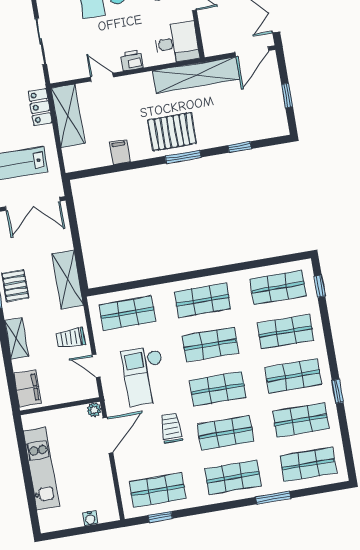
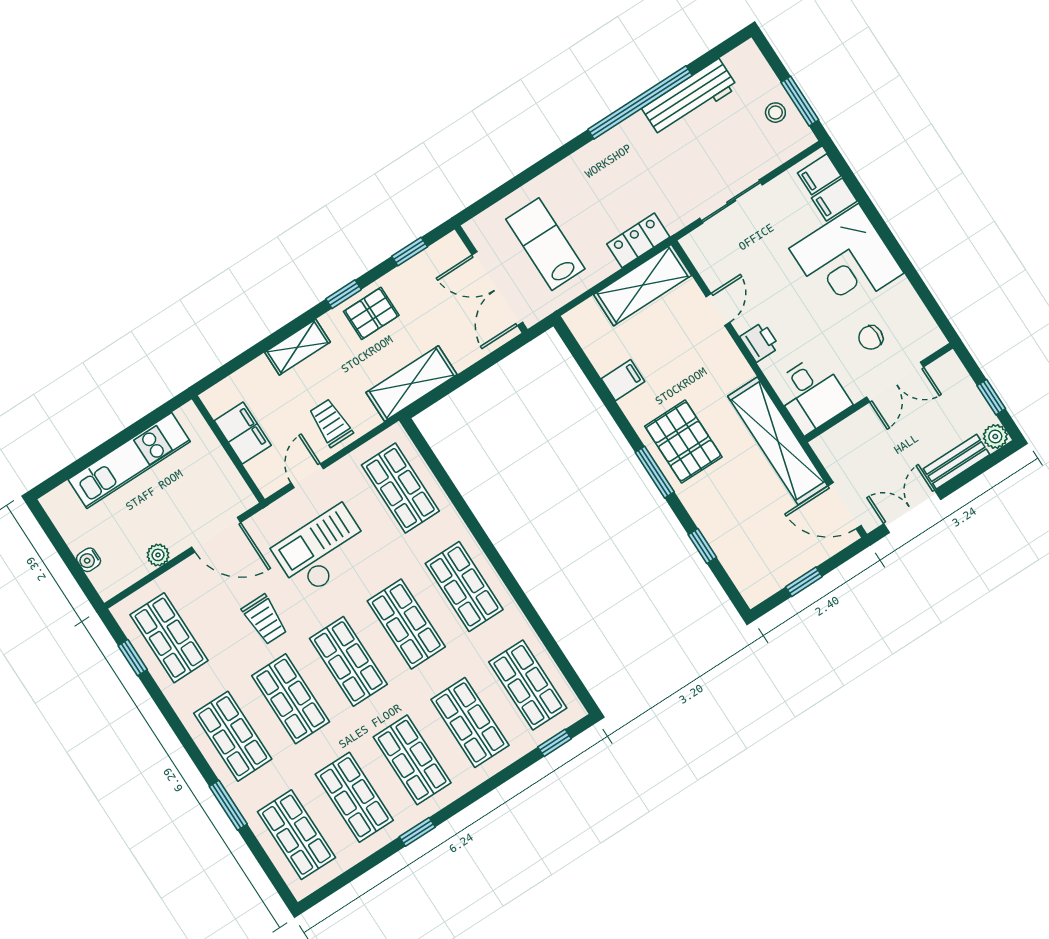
filing cabinet: (27, 388) -> (243, 433), moved, turned -90
plant: (94, 410) -> (158, 555), moved
trolley: (171, 428) -> (265, 619), turned 90

